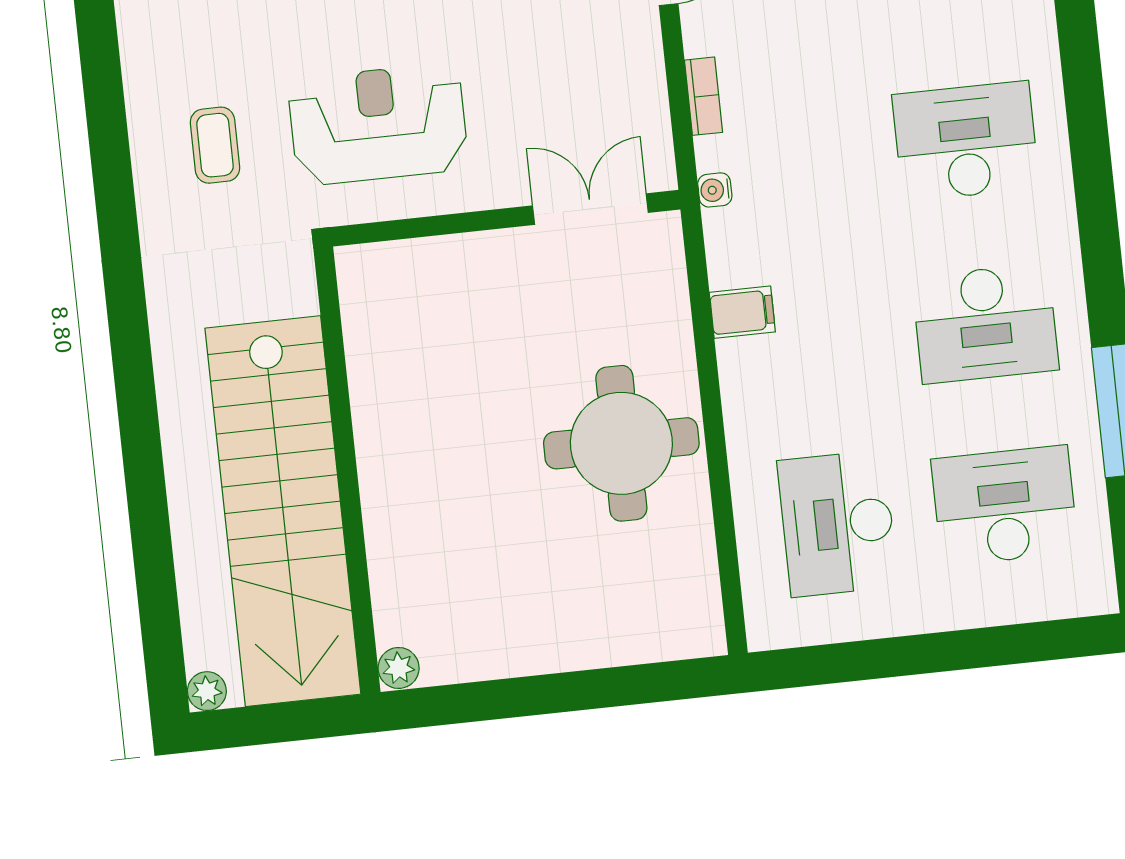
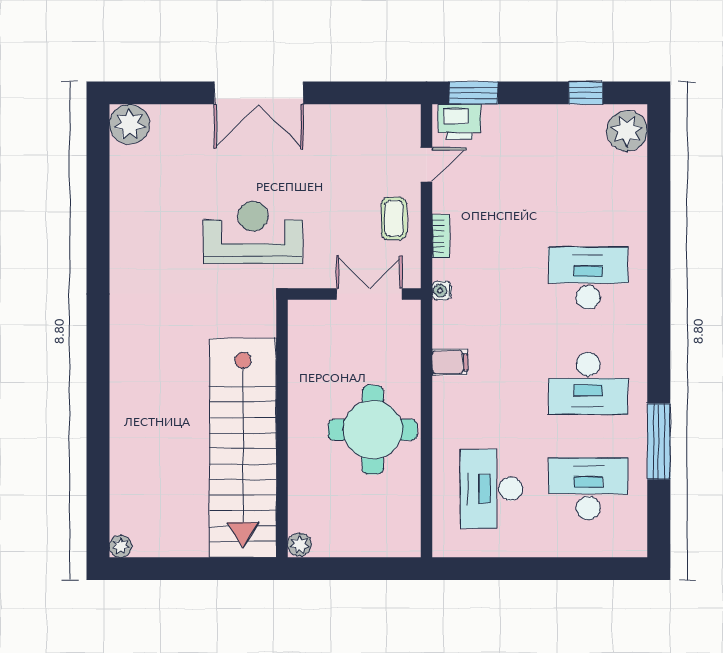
coffee table: (215, 145) -> (394, 218), moved
wall: (347, 470) -> (282, 428), moved
stairs: (283, 511) -> (243, 448), moved
plant: (399, 668) -> (300, 545), moved

